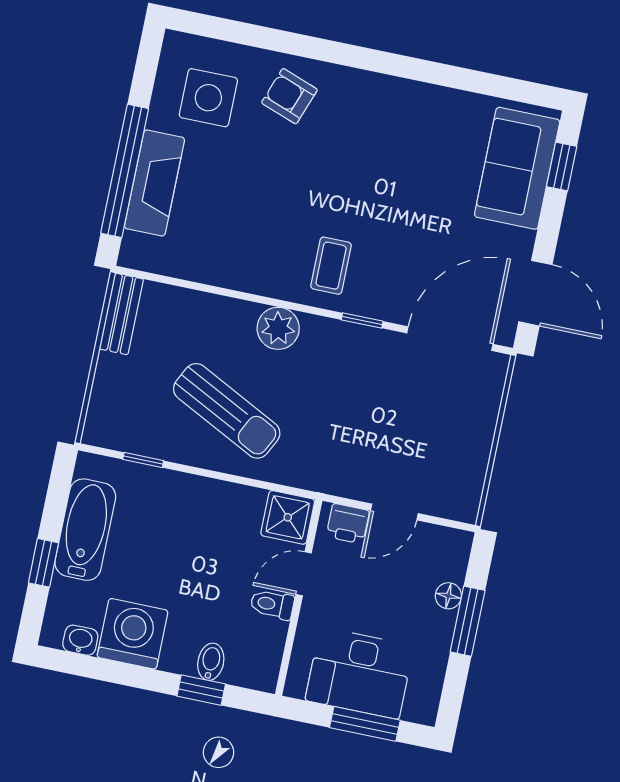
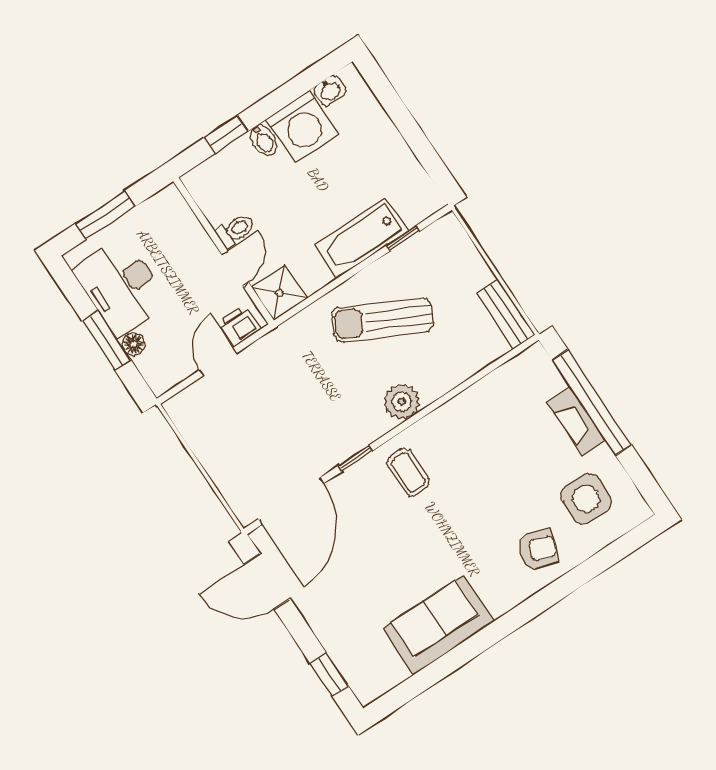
sofa: (517, 168) -> (439, 625), moved, turned -90
fireplace: (154, 183) -> (576, 421), width x0.73, depth x0.76
bathtub: (85, 530) -> (361, 238), moved, turned 90
window: (43, 563) -> (400, 115), removed
bidet: (211, 662) -> (263, 140), moved
desk: (359, 673) -> (121, 286), moved, turned -90

